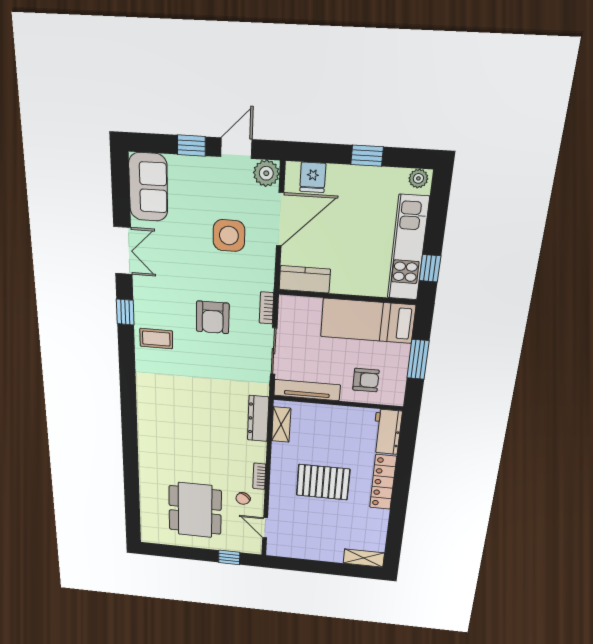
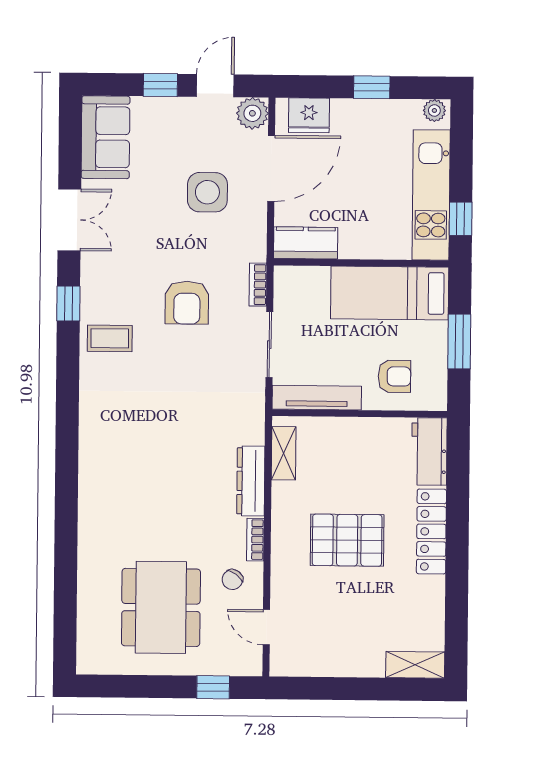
fridge: (313, 177) -> (309, 115), width x1.38
dresser: (258, 419) -> (251, 481), moved

